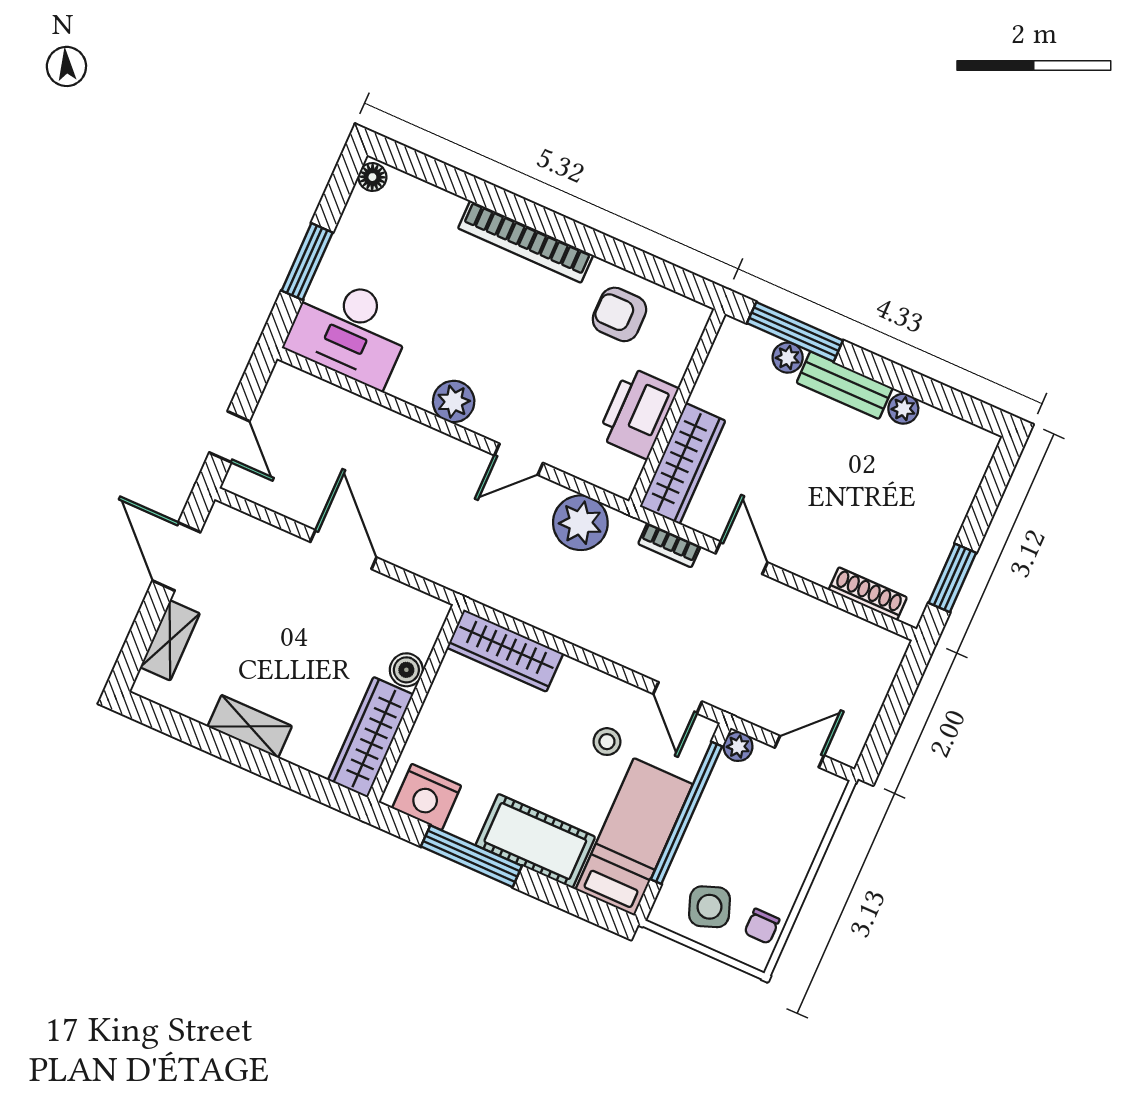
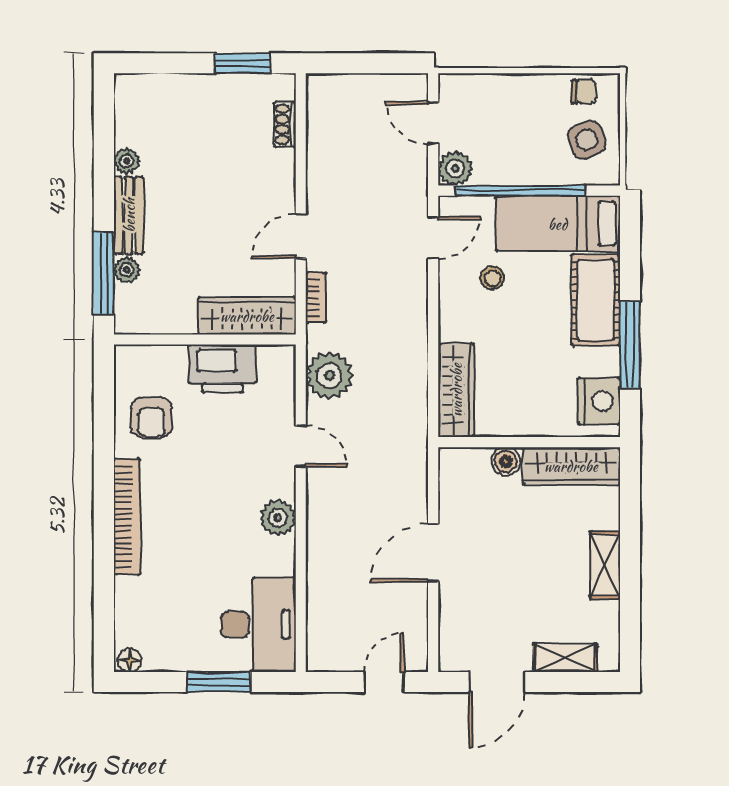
shoe rack: (868, 594) -> (285, 124), width x0.70
plant: (738, 747) -> (455, 169), width x1.38, depth x1.38

